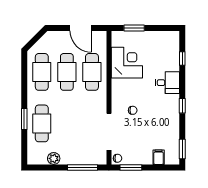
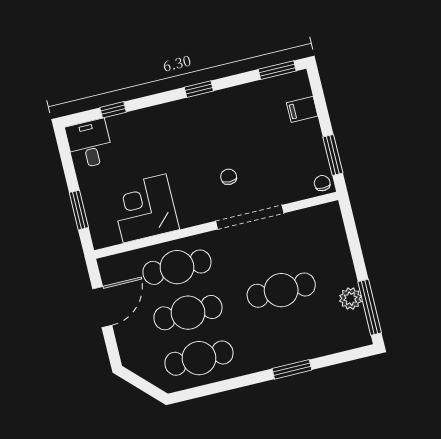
desk: (167, 83) -> (89, 144), moved
cafe table: (42, 123) -> (281, 290), moved
doorway: (109, 132) -> (250, 217), moved
window: (83, 167) -> (370, 307), moved

